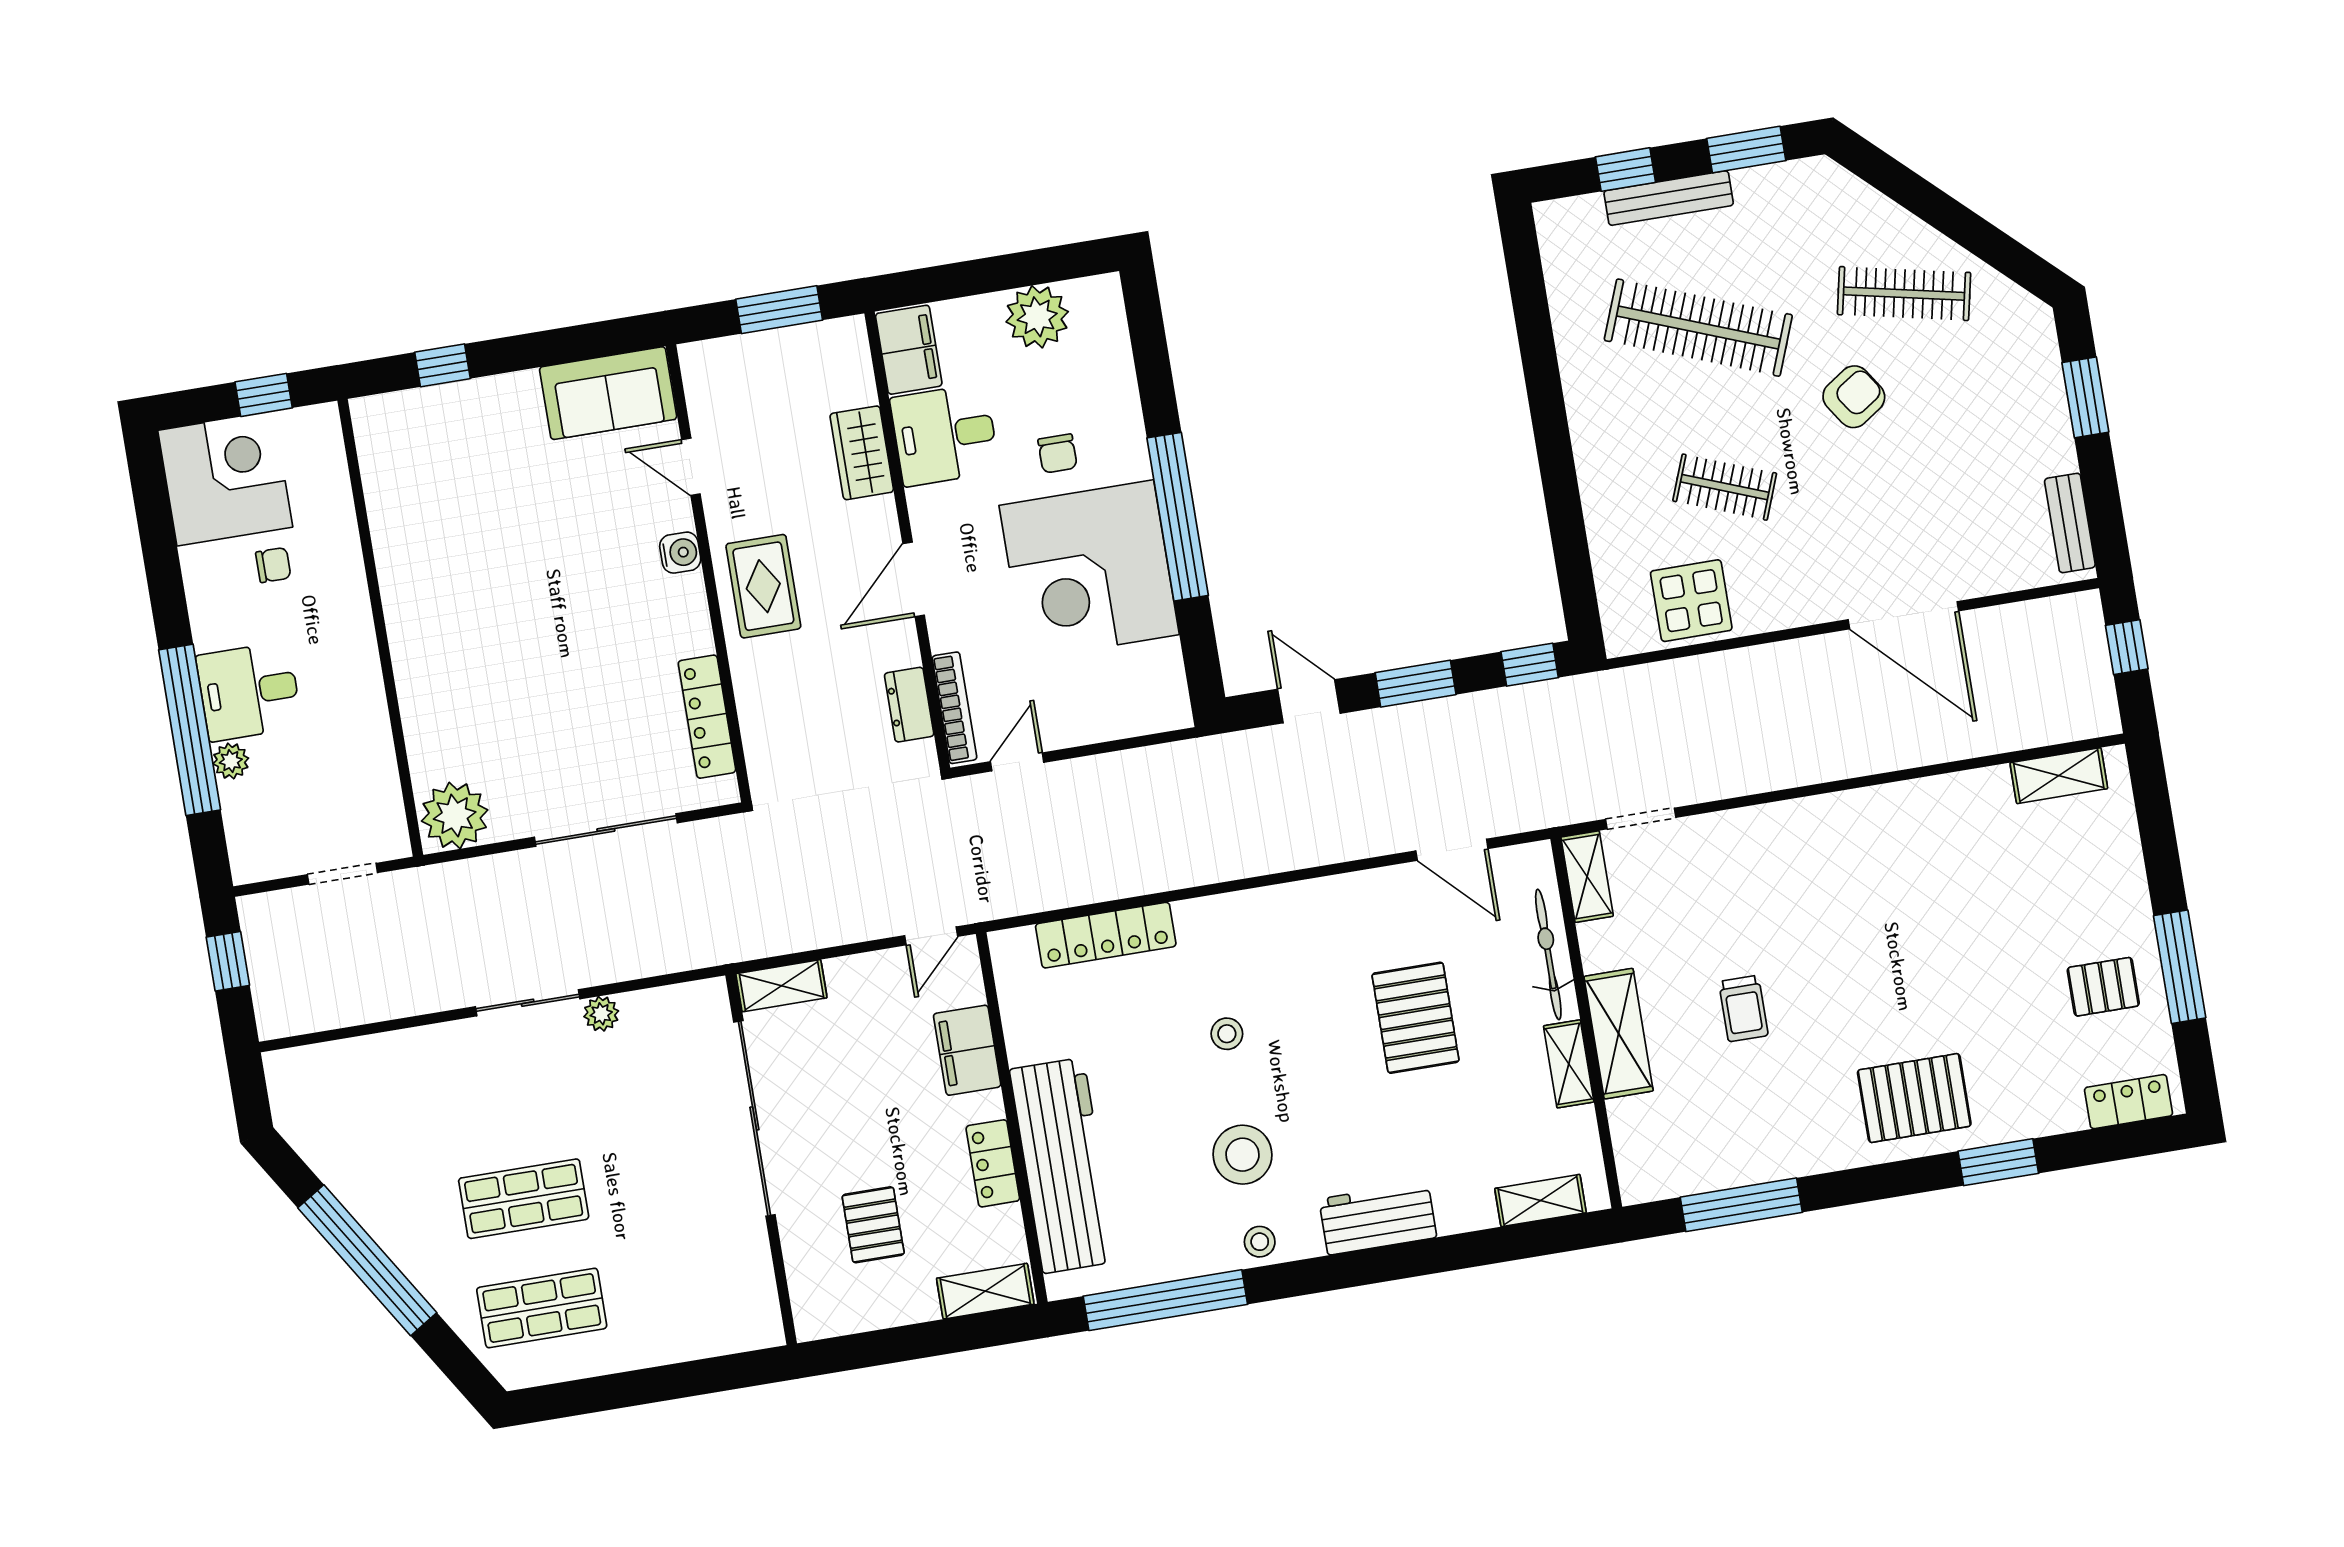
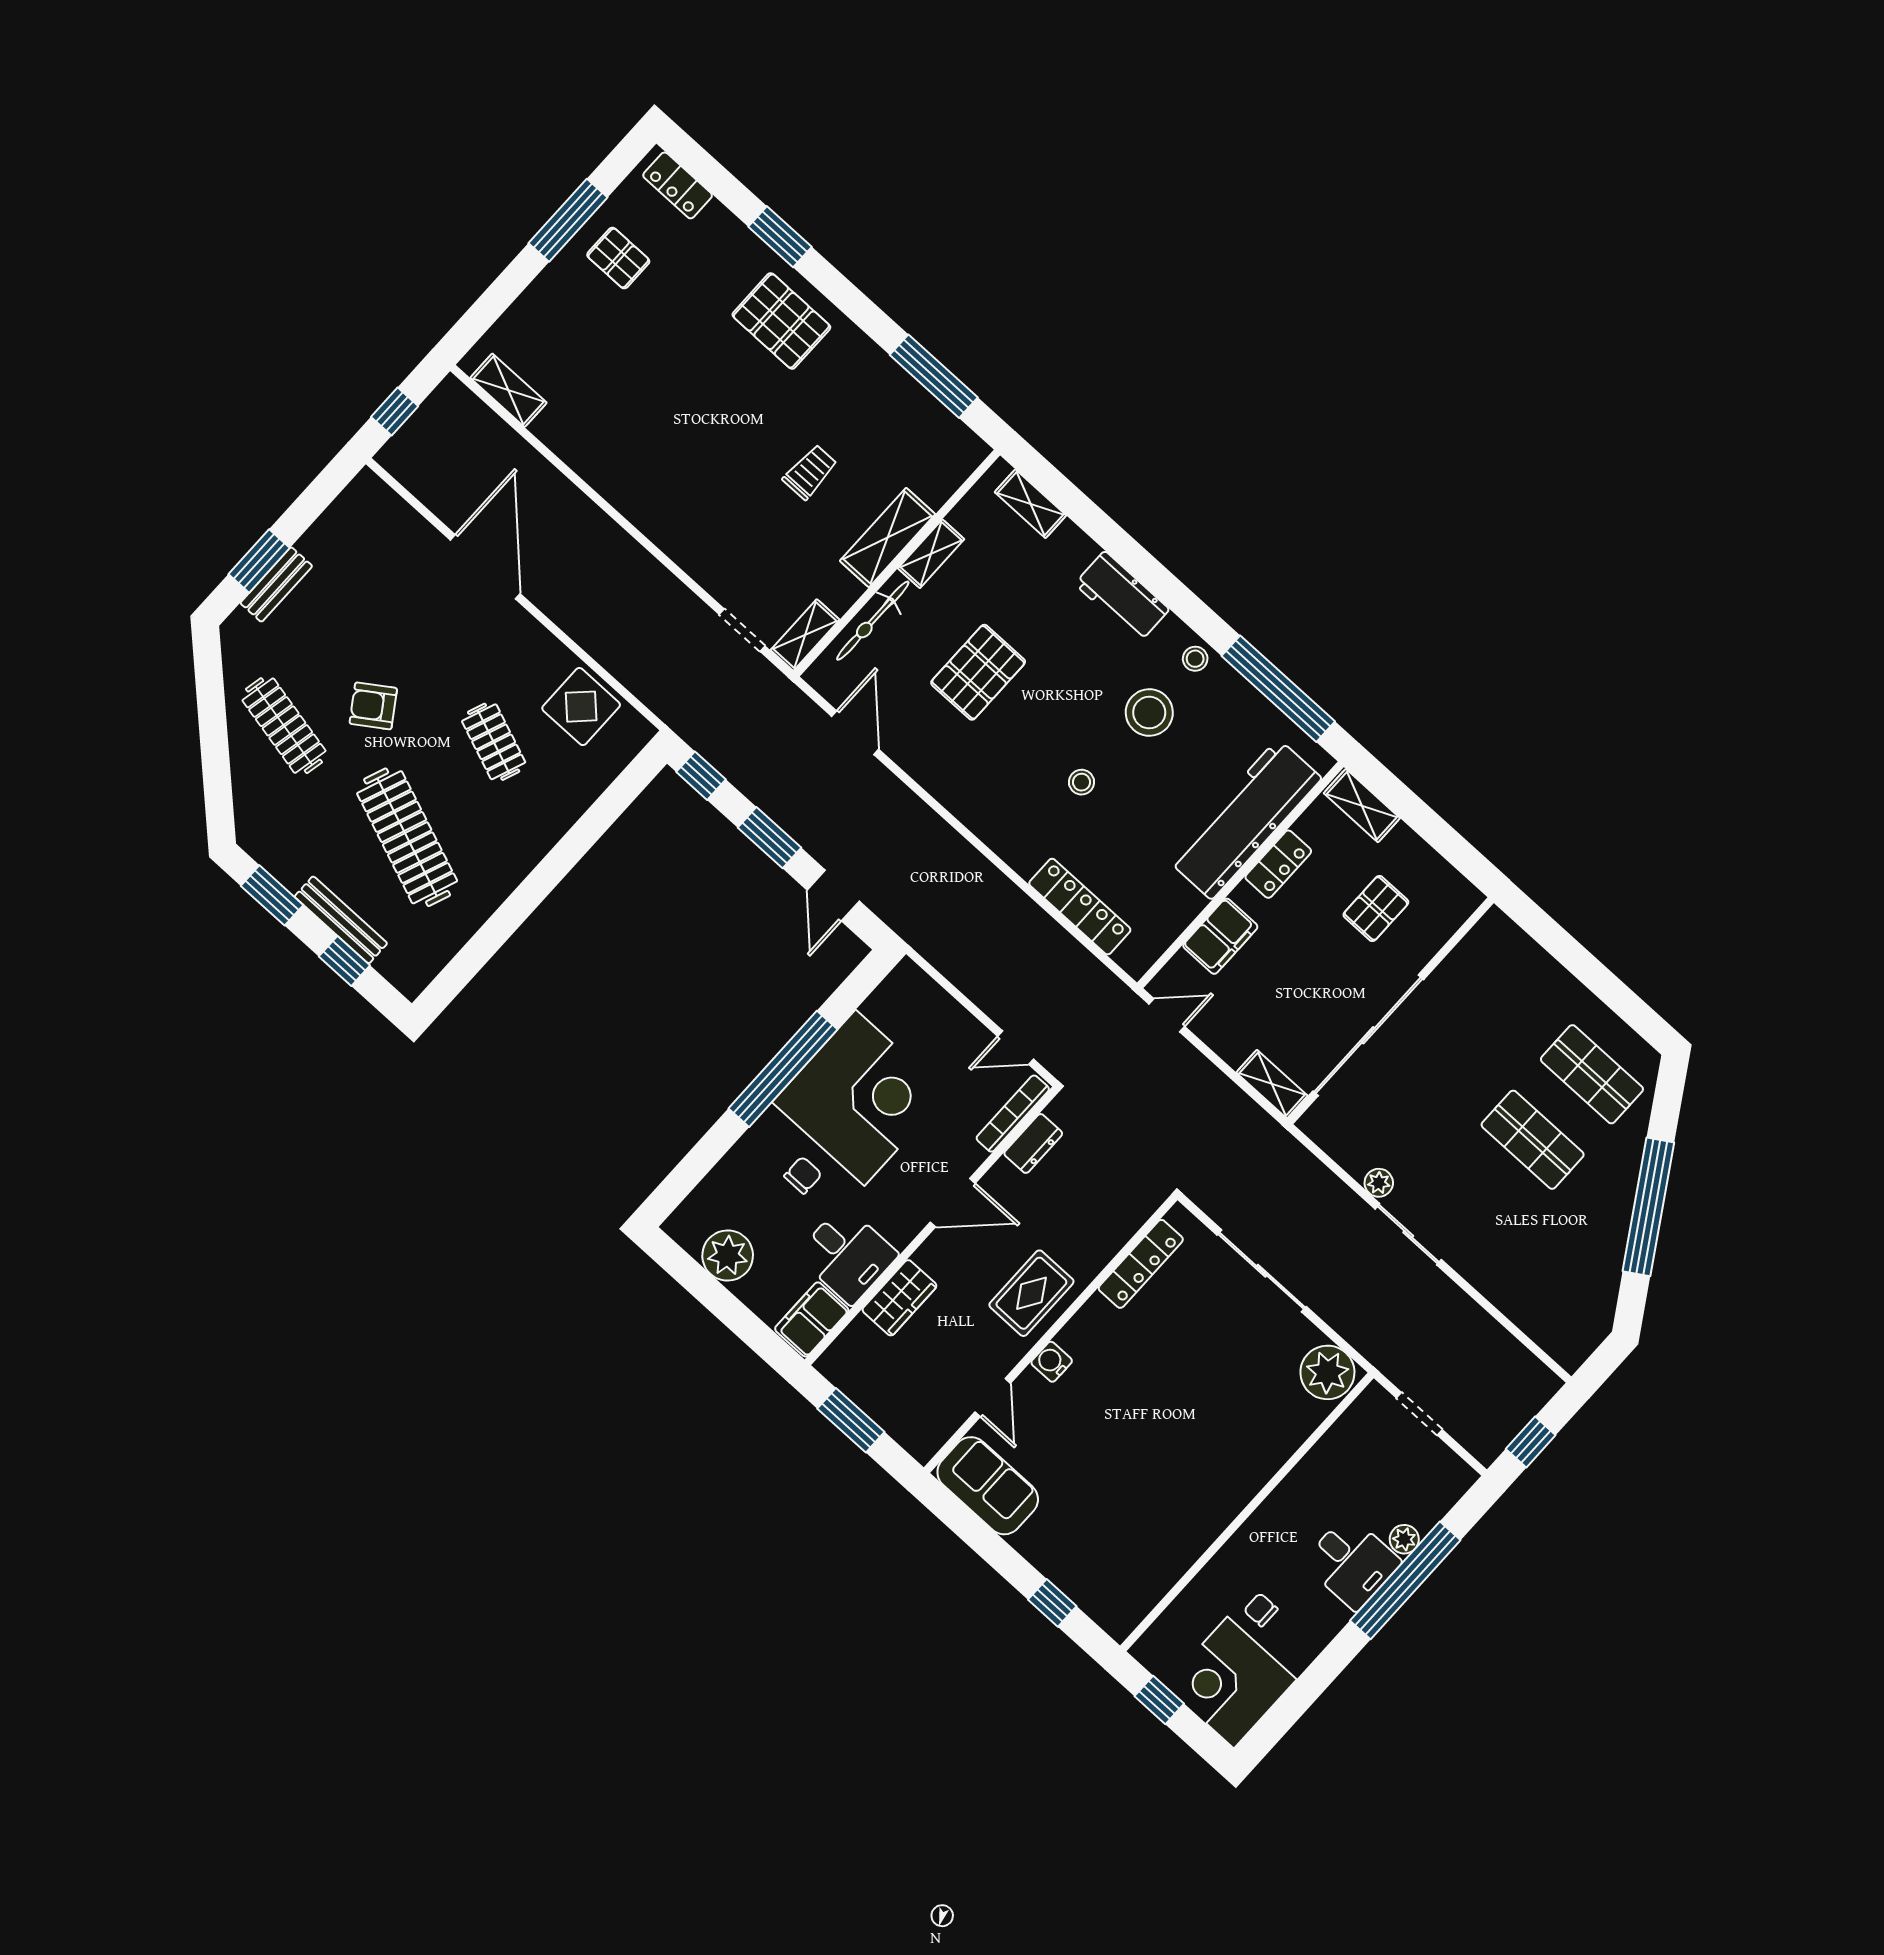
bench: (2070, 523) -> (276, 584), moved

